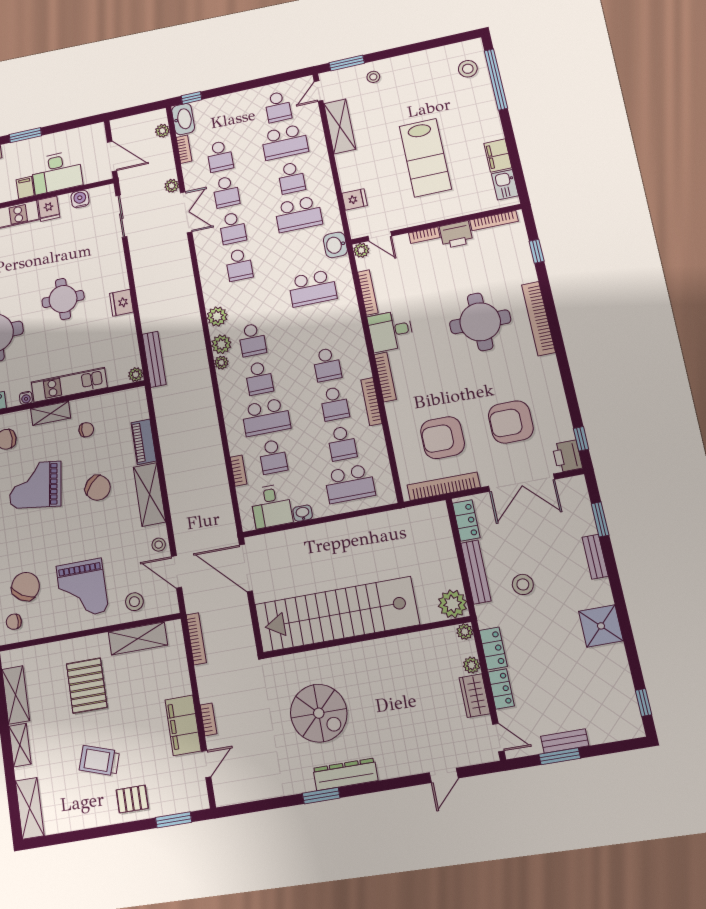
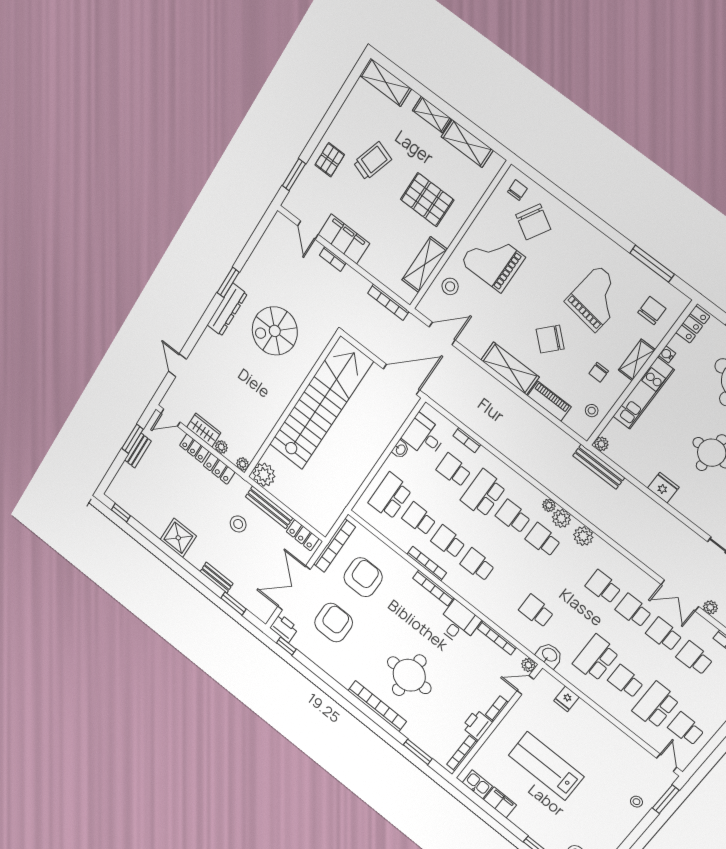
shelving: (340, 126) -> (626, 746), removed
window: (537, 251) -> (418, 752), width x1.50
school desk: (312, 288) -> (536, 611), width x0.54
stool: (159, 545) -> (592, 411), moved

